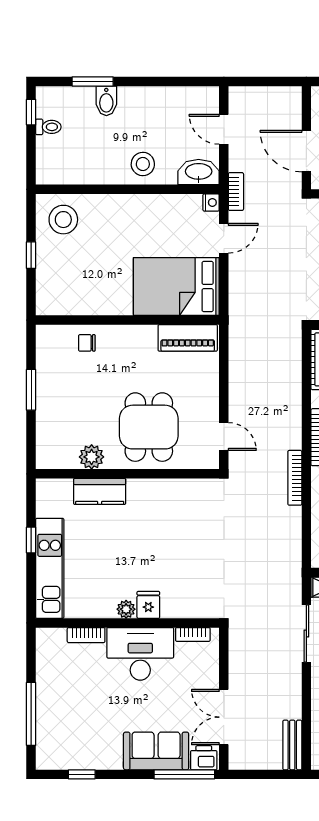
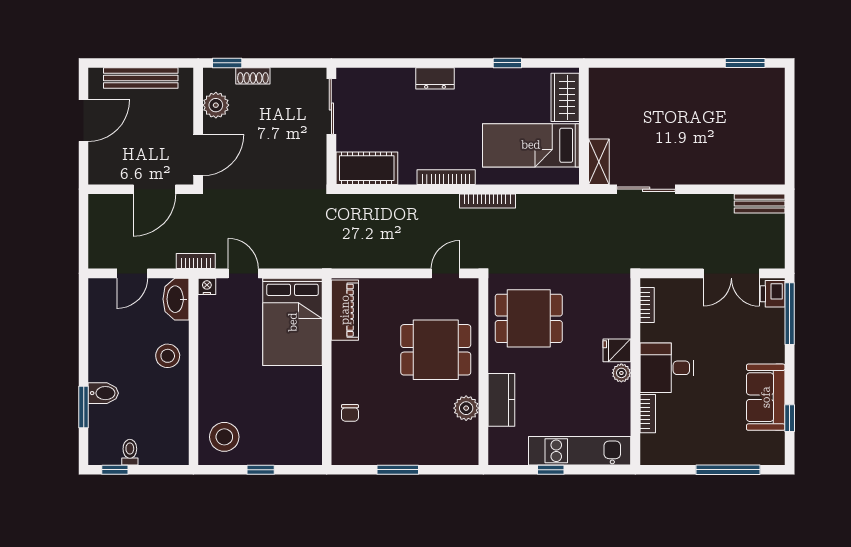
dining table: (180, 518) -> (529, 318), added
desk: (140, 654) -> (667, 368), width x0.73
sofa: (156, 751) -> (766, 397), moved

